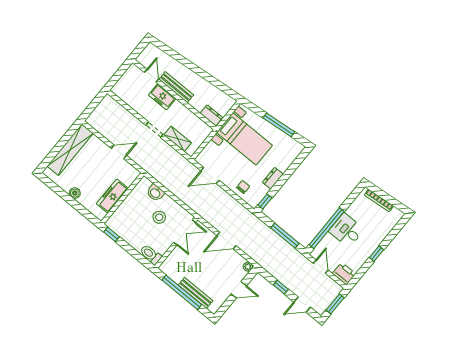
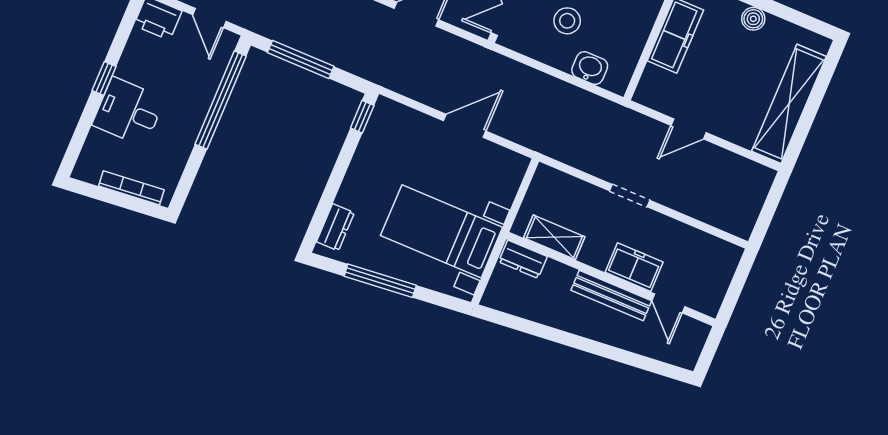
shelving: (178, 139) -> (554, 237), moved
door: (210, 176) -> (465, 126), moved
dresser: (273, 178) -> (335, 227), moved
chair: (243, 187) -> (415, 133), removed
desk: (347, 230) -> (129, 112), moved, turned 180

